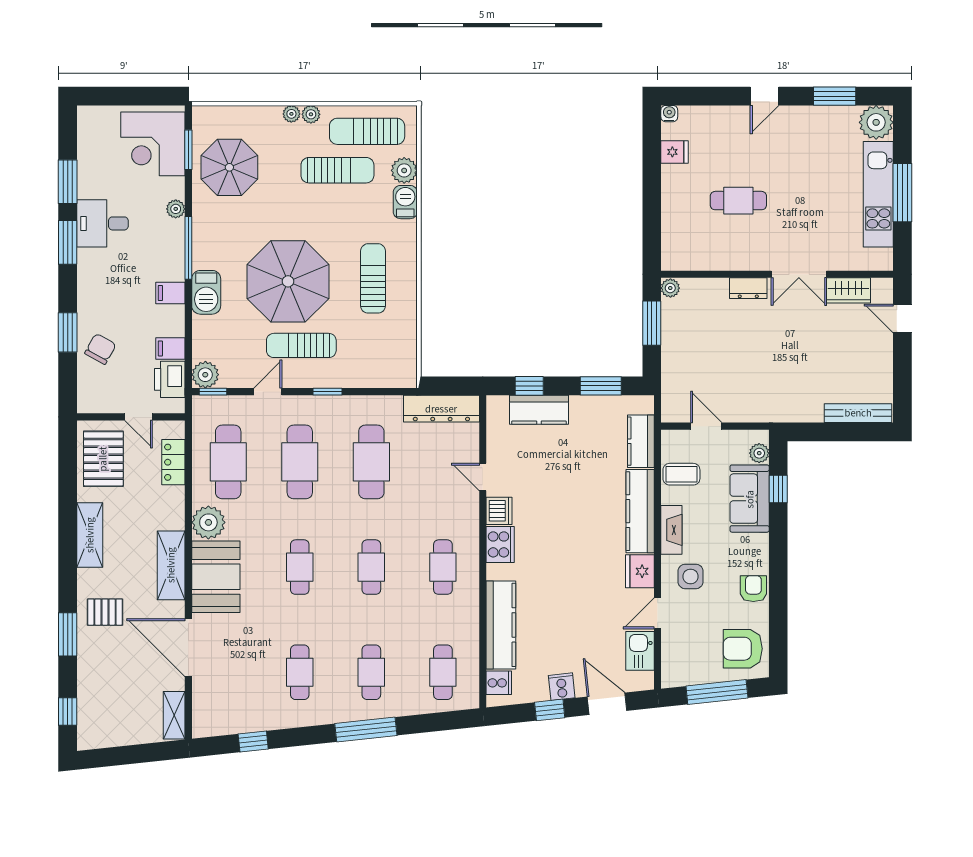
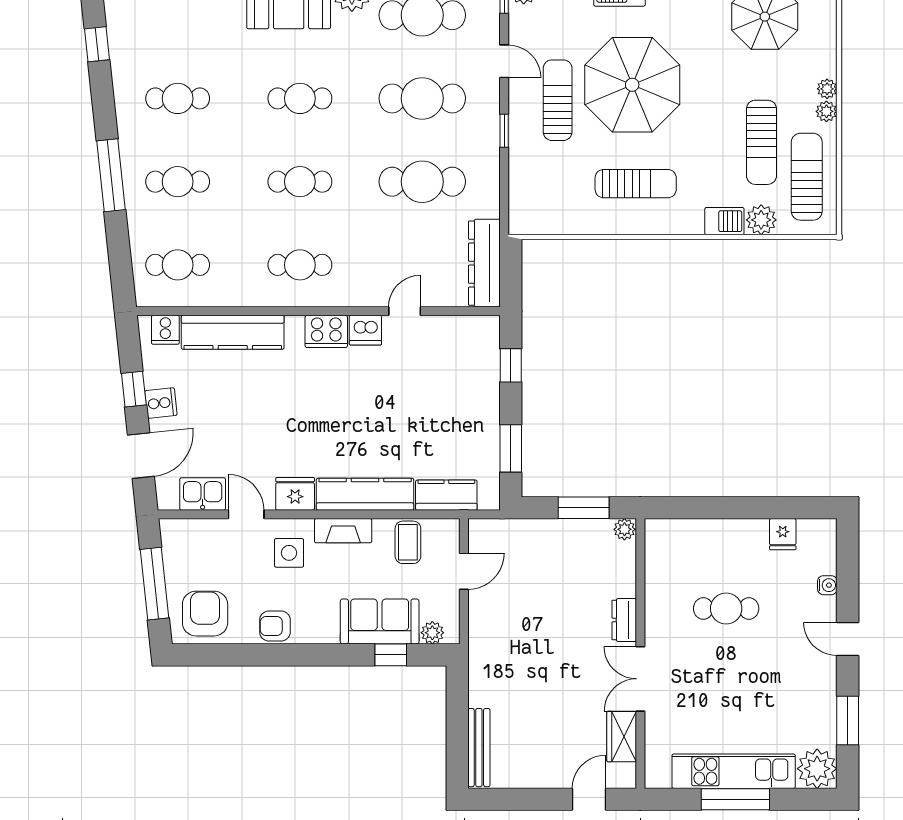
water cooler: (669, 114) -> (827, 585), moved
cafe table: (738, 201) -> (726, 608), turned 90
kitchen counter: (539, 410) -> (483, 377), removed
armchair: (753, 589) -> (275, 626), turned 180

